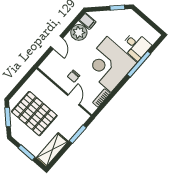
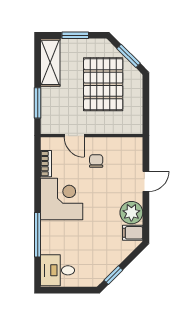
door: (57, 42) -> (146, 181), swing flipped
desk: (136, 46) -> (58, 270), moved
corner desk: (109, 64) -> (62, 199), width x0.74, depth x0.74
pallet: (34, 114) -> (103, 84), turned 90

